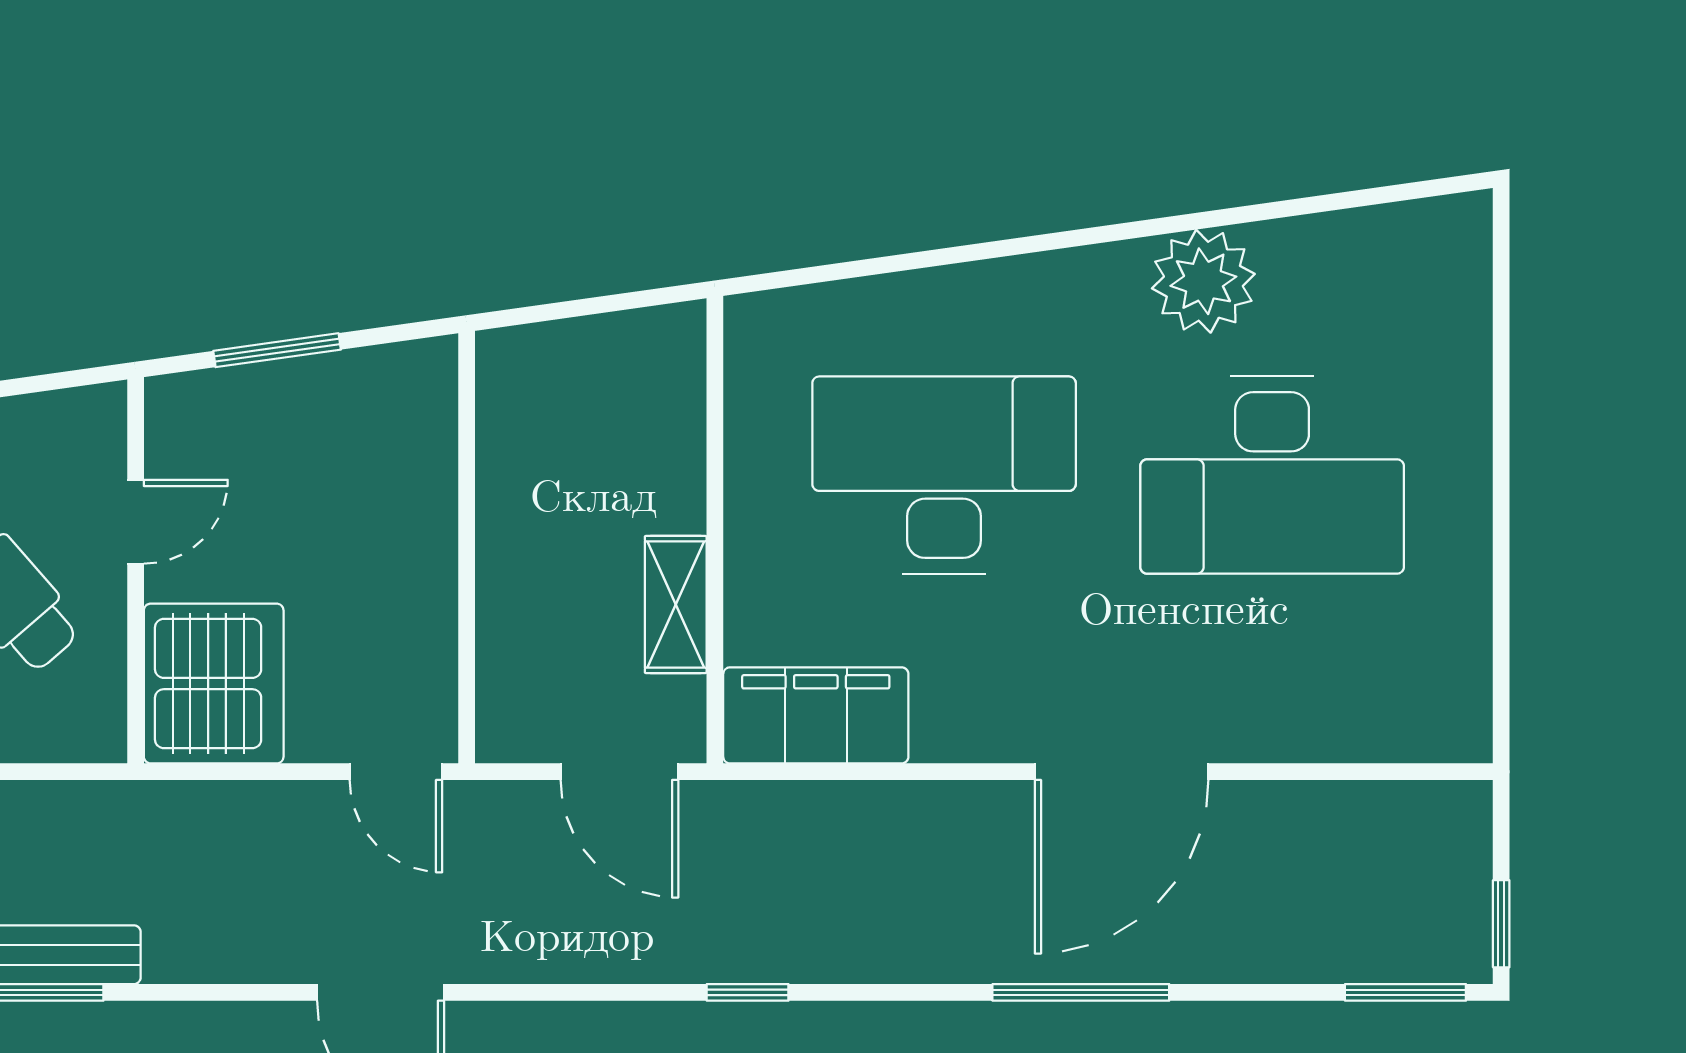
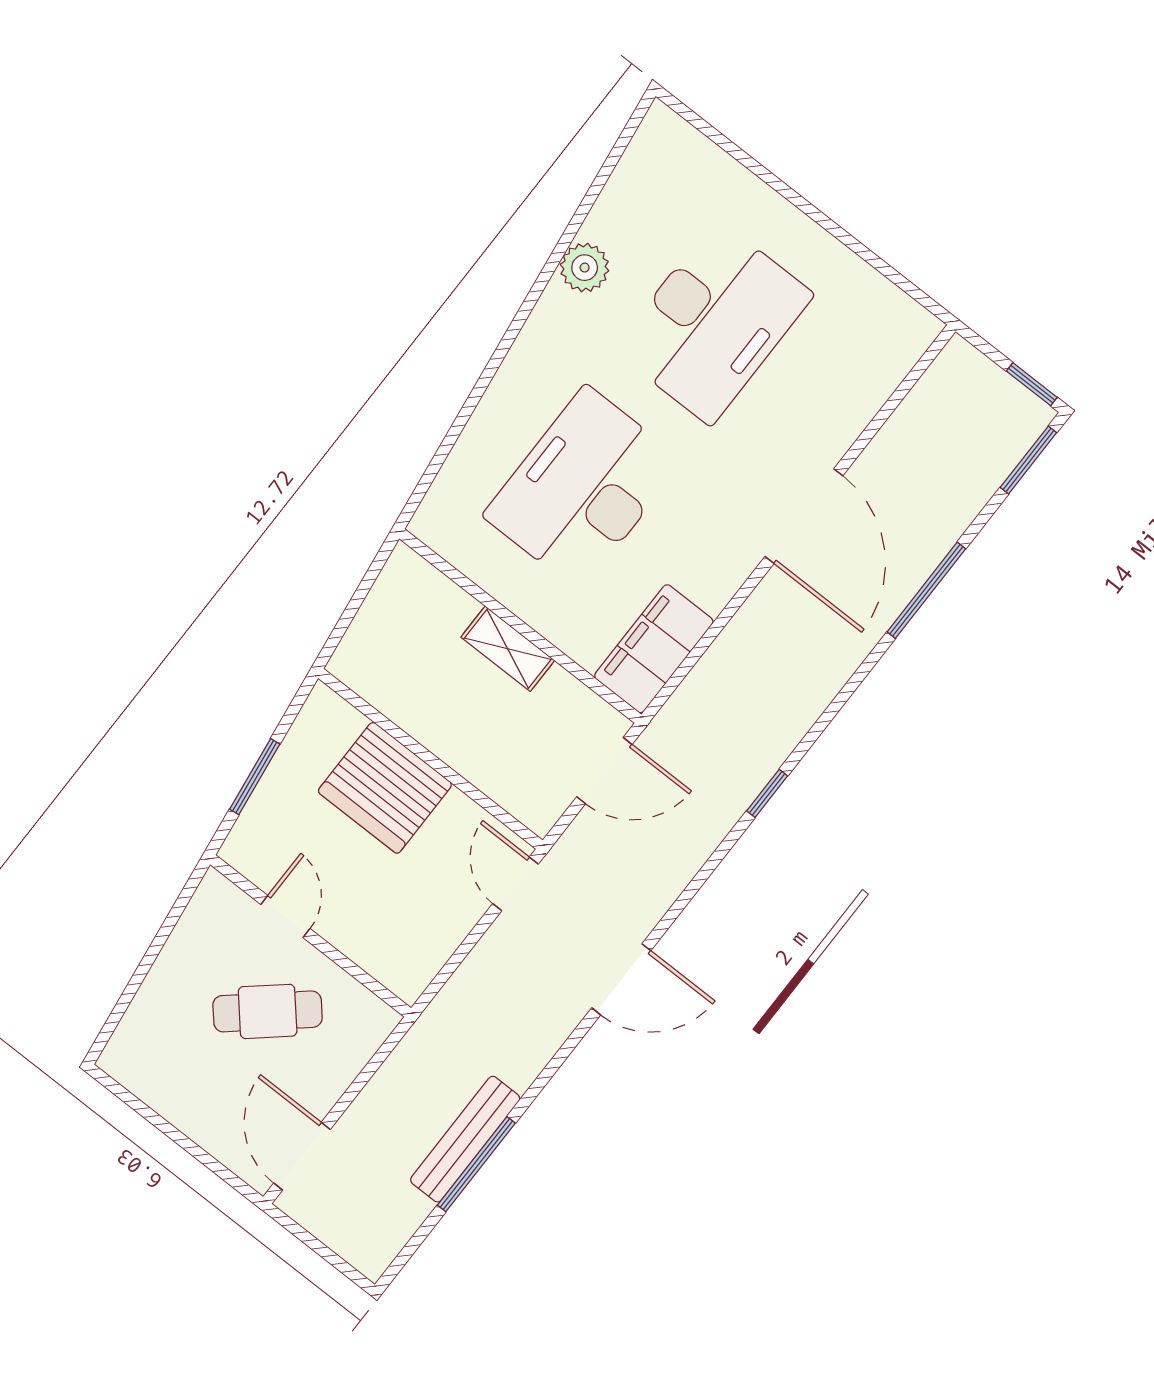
plant: (1203, 281) -> (585, 268), width x0.73, depth x0.73
shelving: (676, 605) -> (508, 649), moved
server rack: (214, 684) -> (385, 788), moved, turned 180
door: (396, 772) -> (516, 884), swing flipped
window: (1081, 992) -> (926, 590), moved

